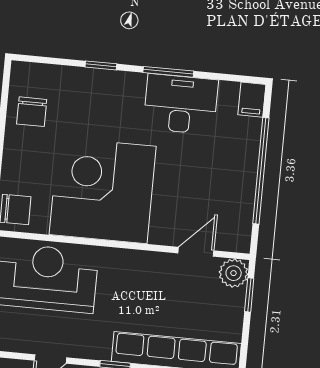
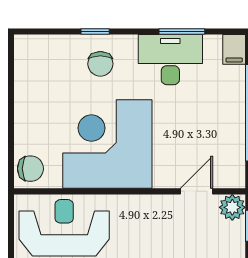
window: (168, 72) -> (182, 32), moved
chair: (32, 112) -> (100, 64), moved

